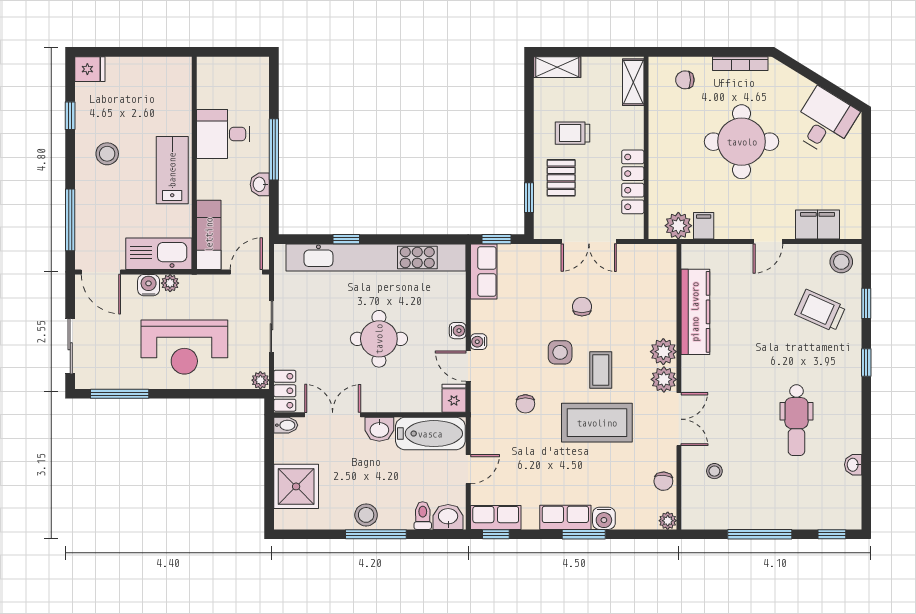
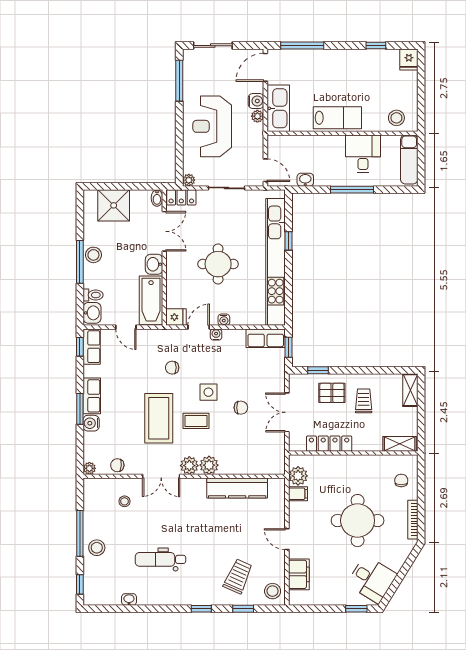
window: (866, 143) -> (356, 609), added
stool: (107, 154) -> (396, 118), moved
washbasin: (260, 184) -> (305, 180), moved
exam couch: (209, 235) -> (409, 160), moved, turned 90
stool: (780, 510) -> (97, 548), added

